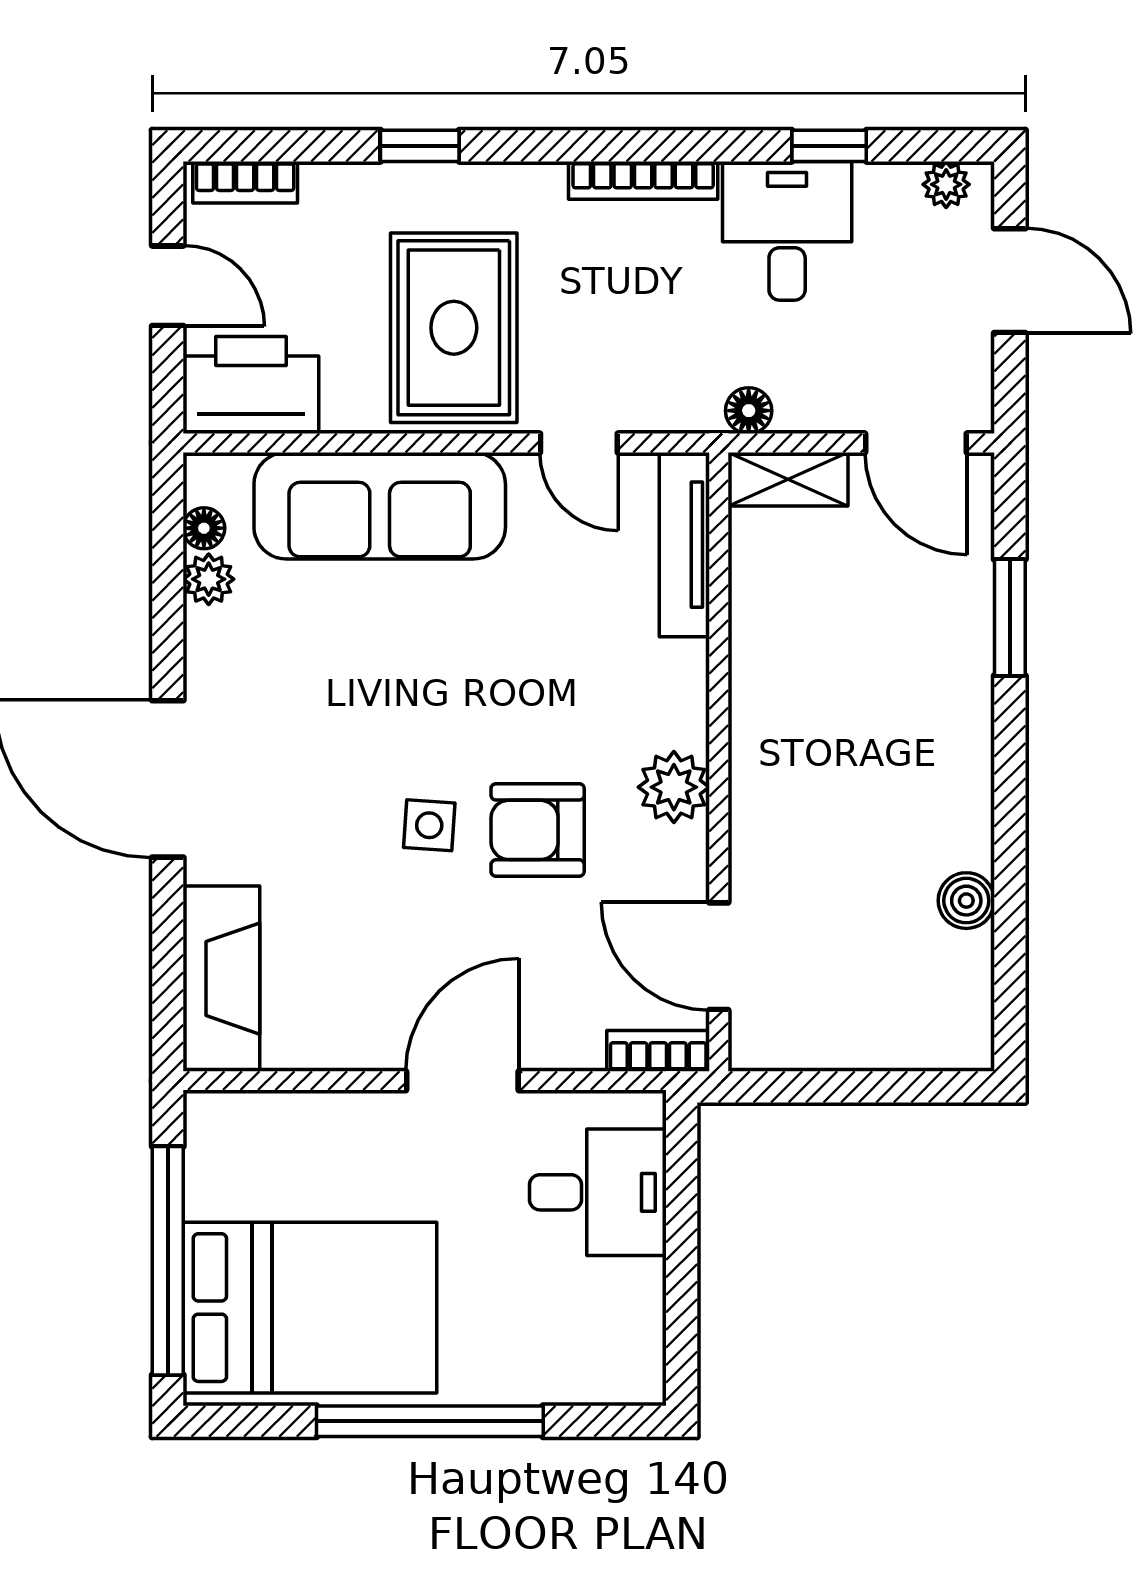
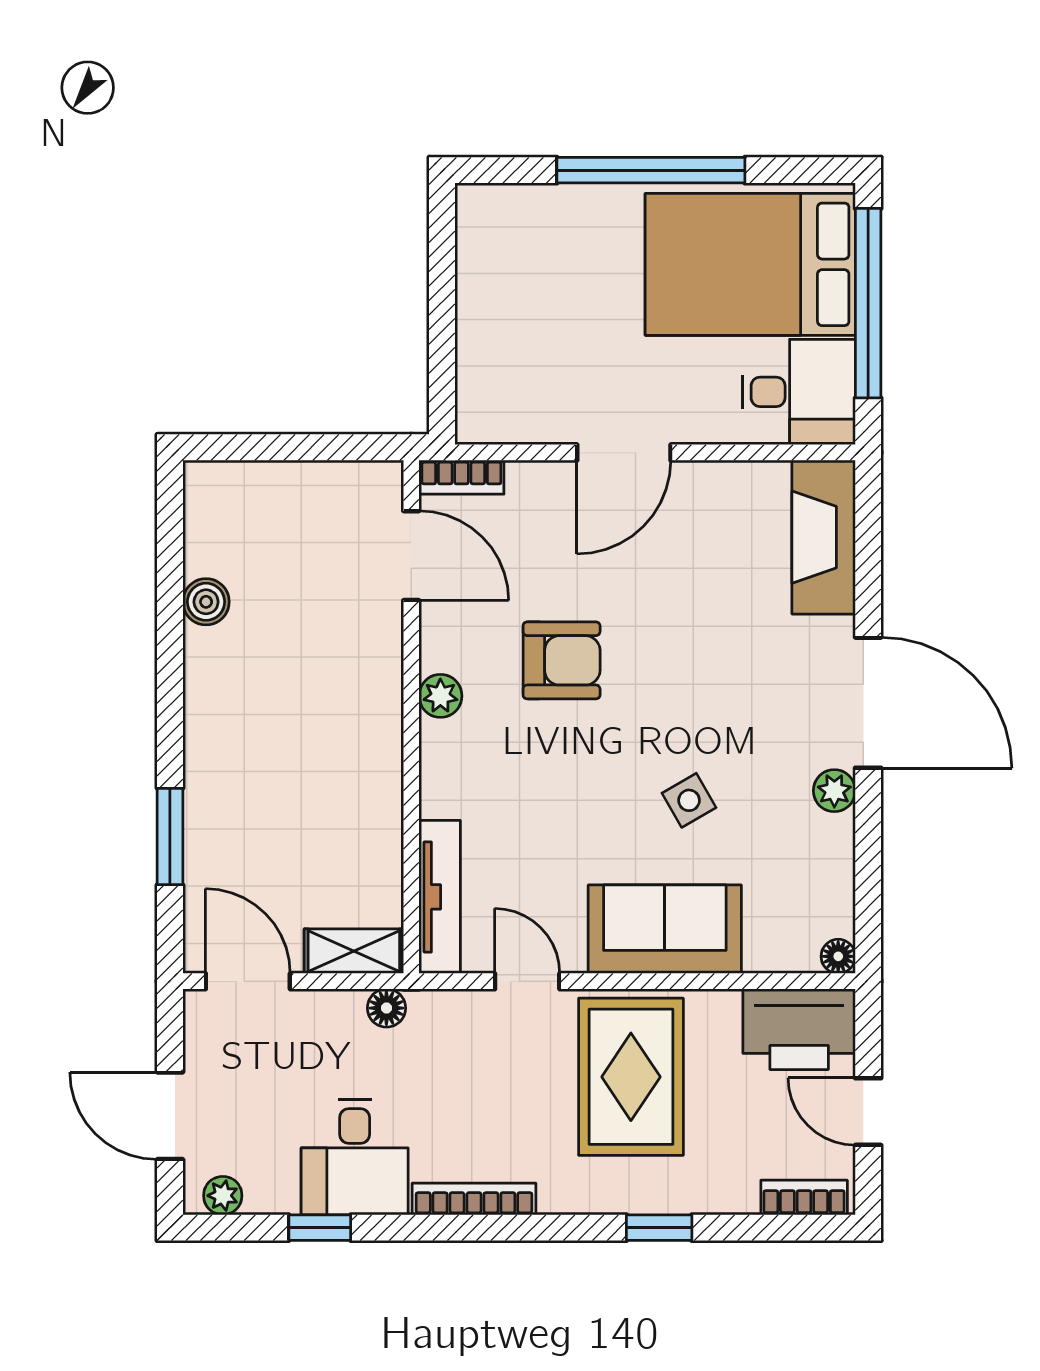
sofa: (380, 506) -> (665, 929), width x0.73
floor lamp: (204, 528) -> (838, 956), moved
plant: (209, 579) -> (834, 791), moved
plant: (674, 787) -> (440, 696), width x0.73, depth x0.73
side table: (429, 825) -> (689, 800), moved, turned -34
desk: (598, 1192) -> (799, 392), moved, turned 180

